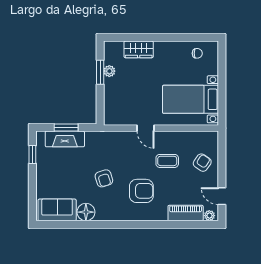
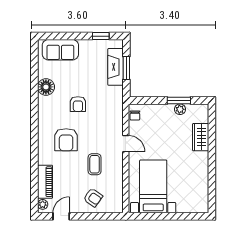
chair: (197, 53) -> (135, 116), moved
door: (145, 128) -> (126, 144), swing flipped
armchair: (104, 178) -> (78, 104), turned -73
sofa: (57, 210) -> (60, 50), moved, turned 90

